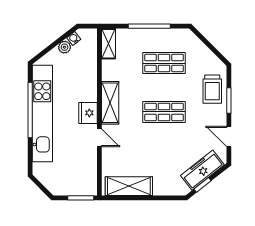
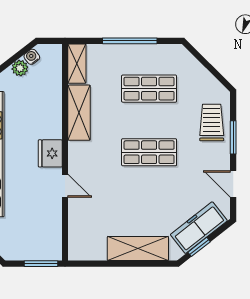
trolley: (212, 89) -> (212, 123), turned 180
shelving: (110, 103) -> (79, 113), moved
shelving: (129, 186) -> (138, 248), moved

